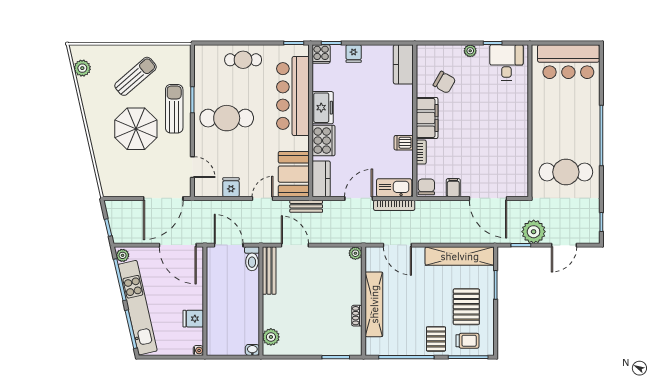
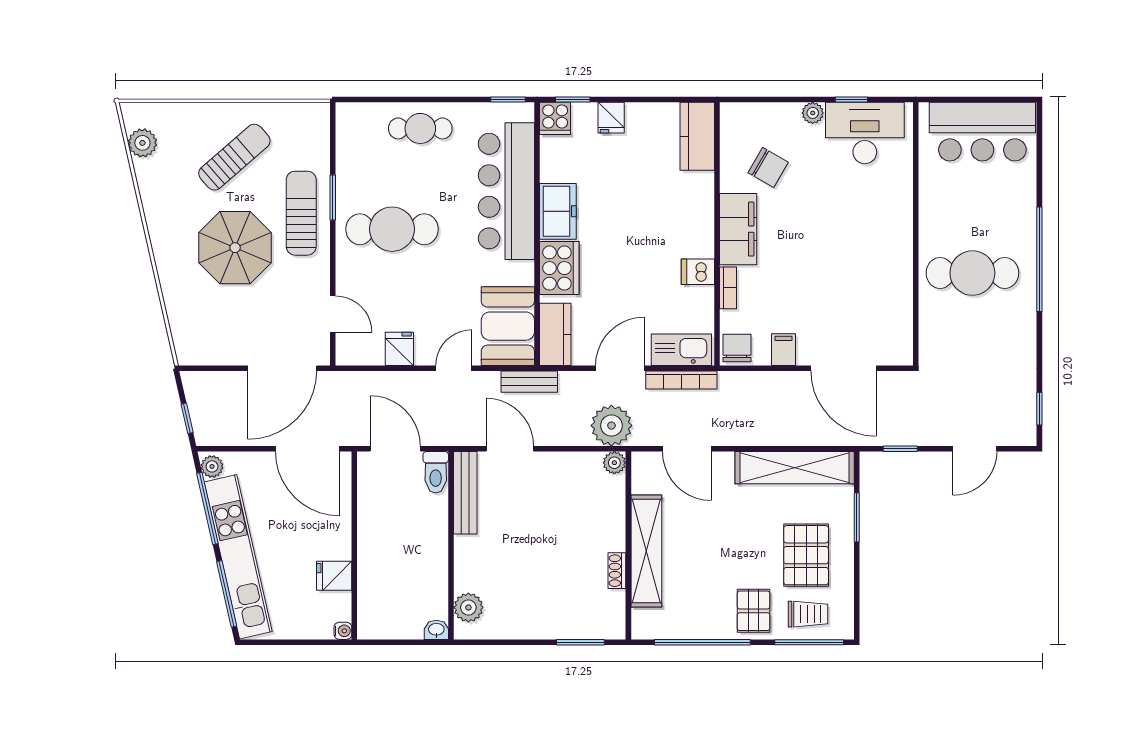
desk: (506, 62) -> (865, 133), width x1.37
cafe table: (566, 172) -> (972, 273), moved
plant: (534, 232) -> (611, 426), moved

